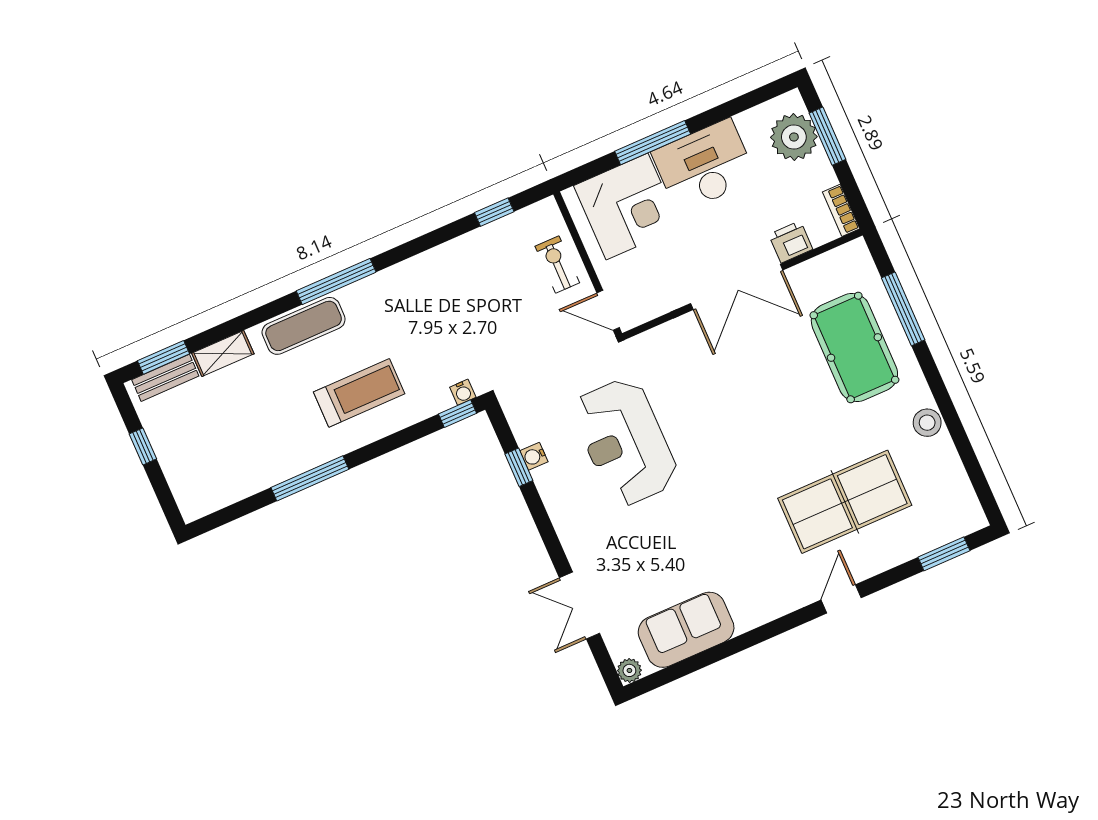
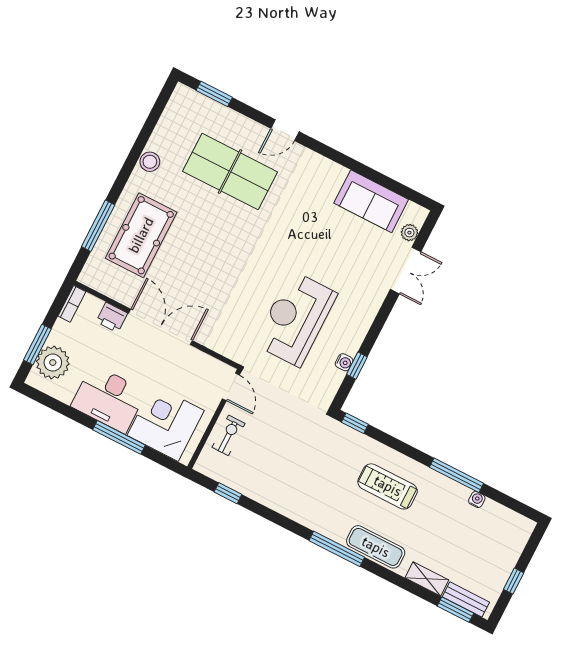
exercise bike: (557, 264) -> (229, 435), turned 180
water cooler: (463, 392) -> (477, 500), moved
reception desk: (625, 442) -> (296, 319), turned 180
plant: (629, 670) -> (409, 233), moved

